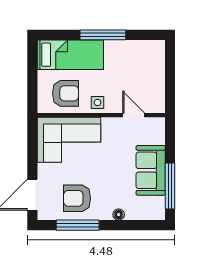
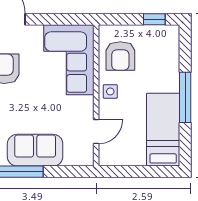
bed: (70, 55) -> (163, 130), moved, turned 180
window: (32, 63) -> (154, 19), added

